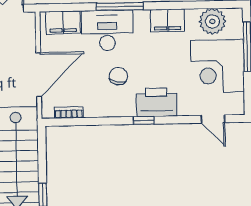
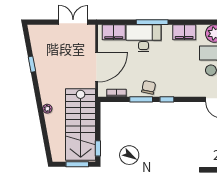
chair: (118, 76) -> (149, 87), moved
printer: (157, 102) -> (176, 87), removed
window: (106, 121) -> (141, 99), added

